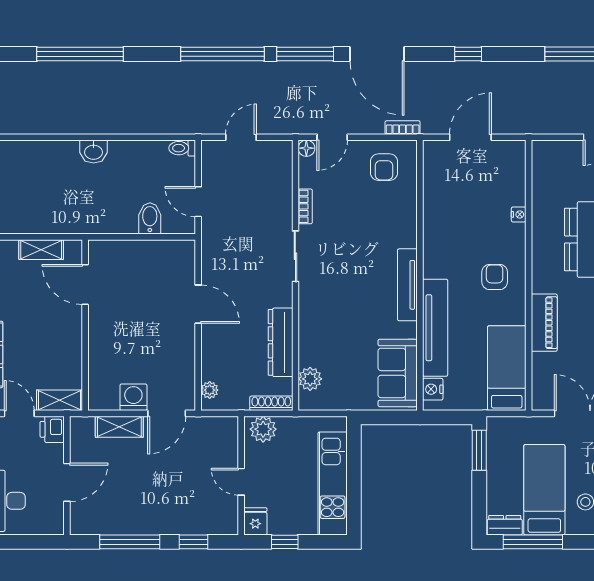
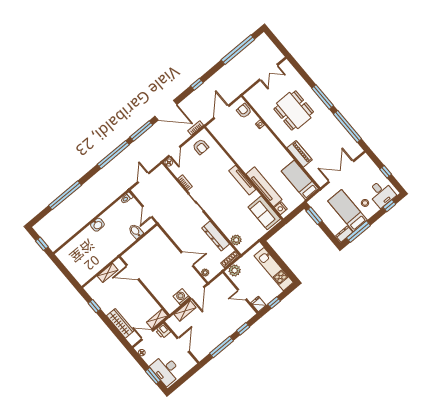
door: (198, 202) -> (147, 212), hinge flipped
armchair: (495, 277) -> (244, 111), moved
door: (198, 304) -> (187, 259), moved

